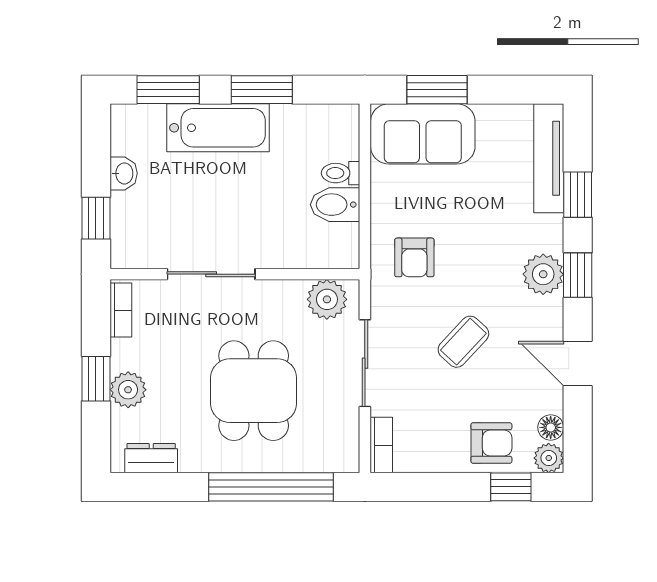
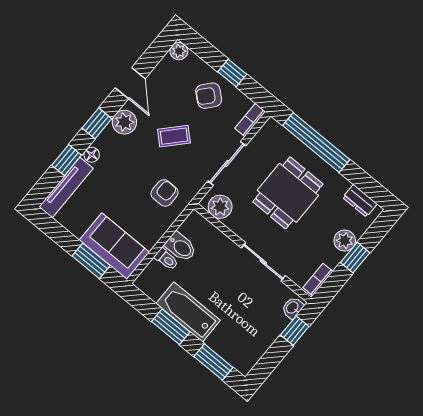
bathtub: (218, 128) -> (188, 312), moved
washbasin: (124, 173) -> (293, 308), moved
plant: (543, 274) -> (124, 122), moved
floor lamp: (551, 427) -> (92, 155), moved
armchair: (491, 443) -> (209, 96), moved, turned -49
window: (511, 487) -> (232, 73), moved

